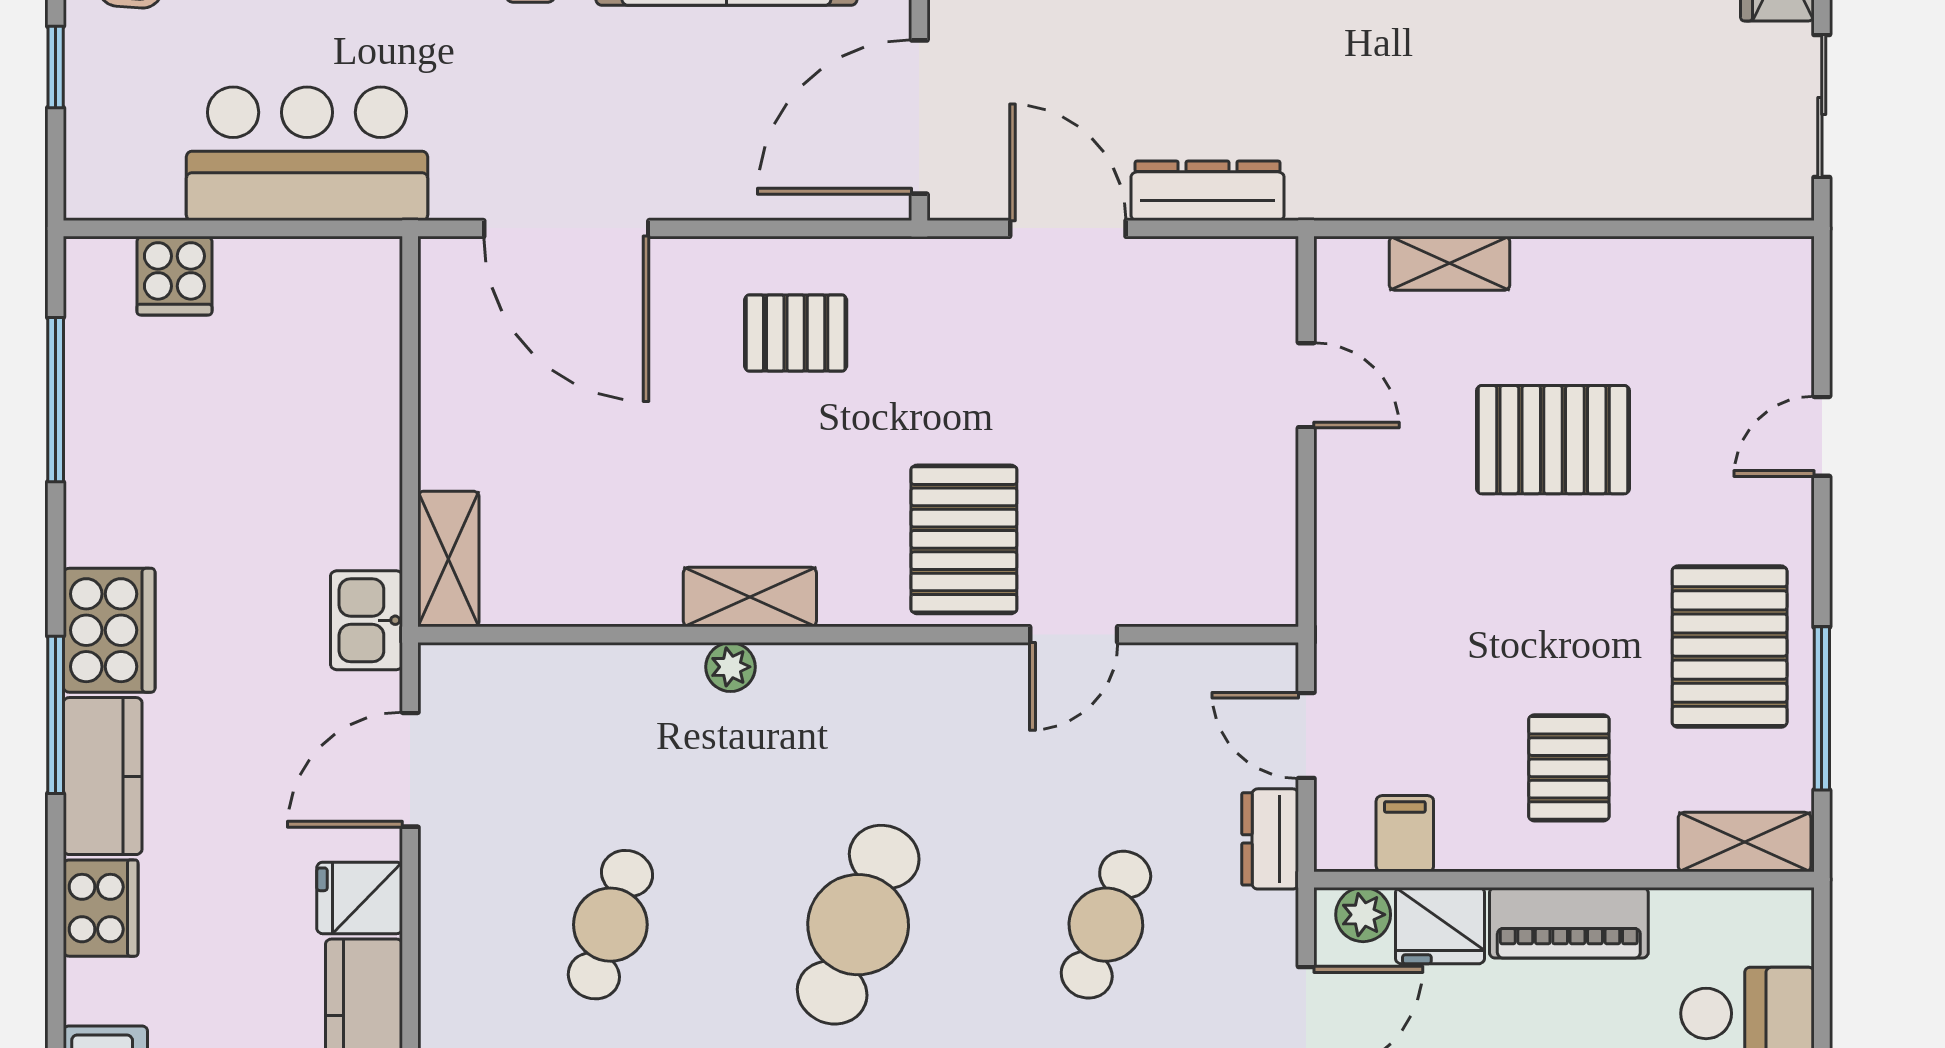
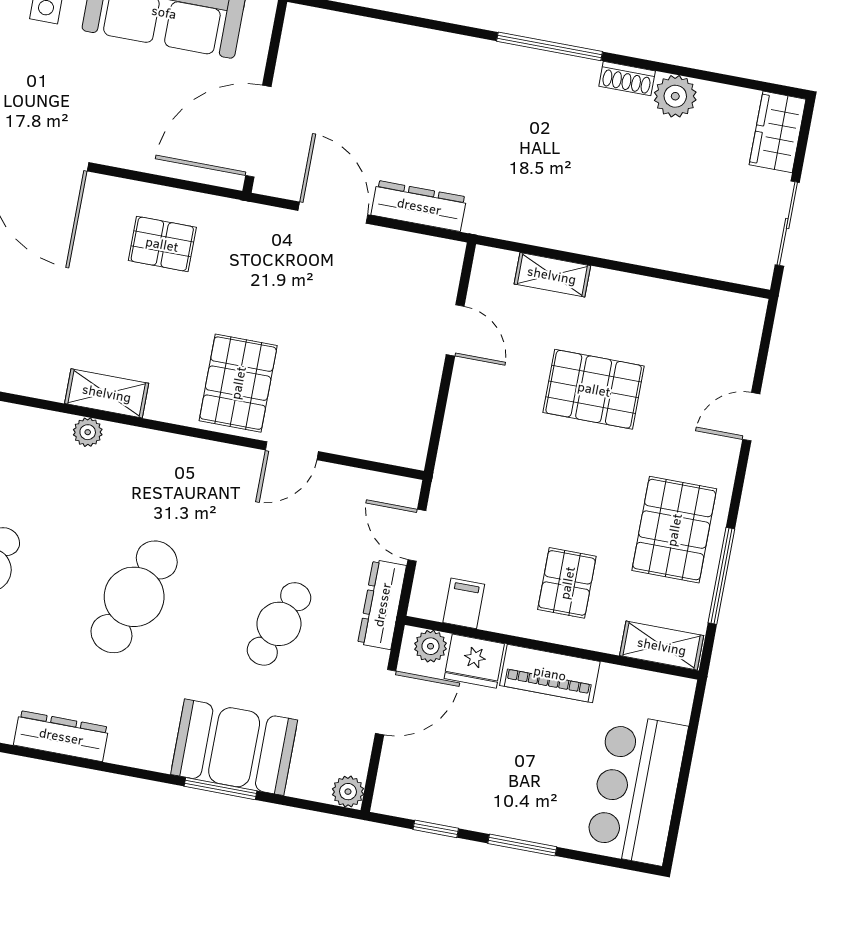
dresser: (1270, 839) -> (382, 605), width x1.44

